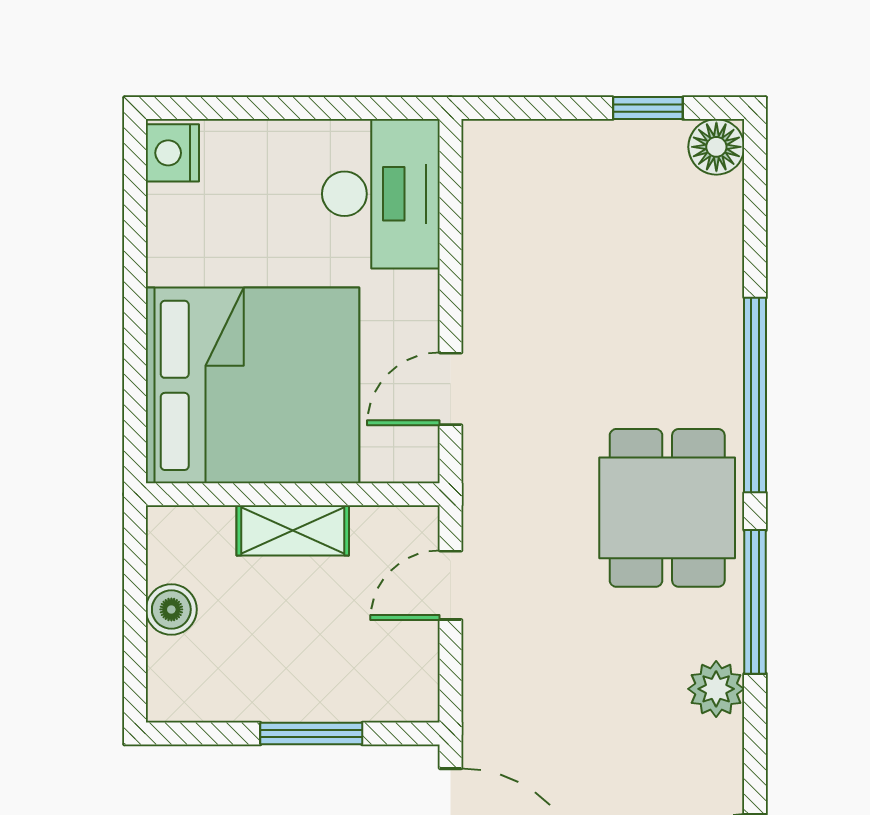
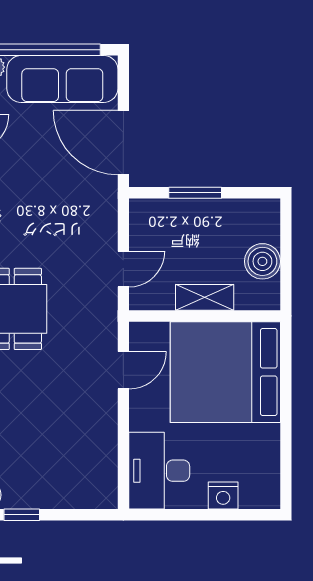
nightstand: (172, 153) -> (223, 496), moved, turned 90
boiler: (171, 609) -> (262, 261), width x1.36, depth x1.36

